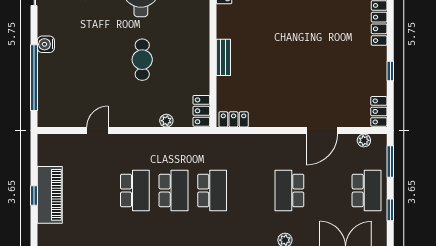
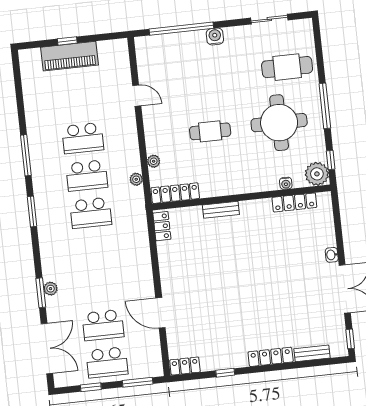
locker: (201, 111) -> (175, 193), width x1.53
plant: (364, 140) -> (136, 179), moved
school desk: (289, 191) -> (103, 325), moved, turned 180

